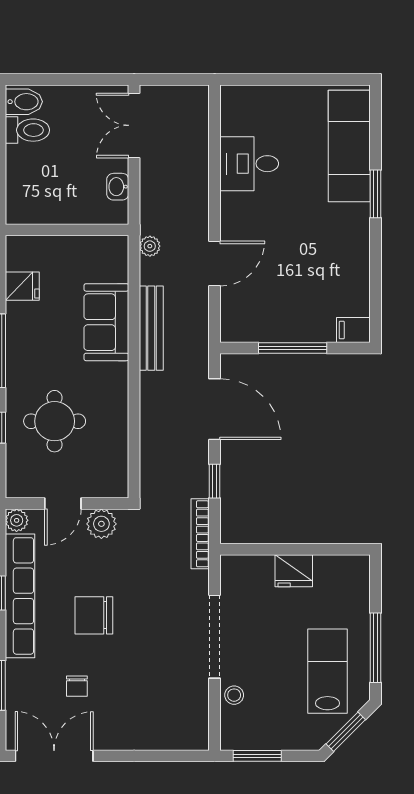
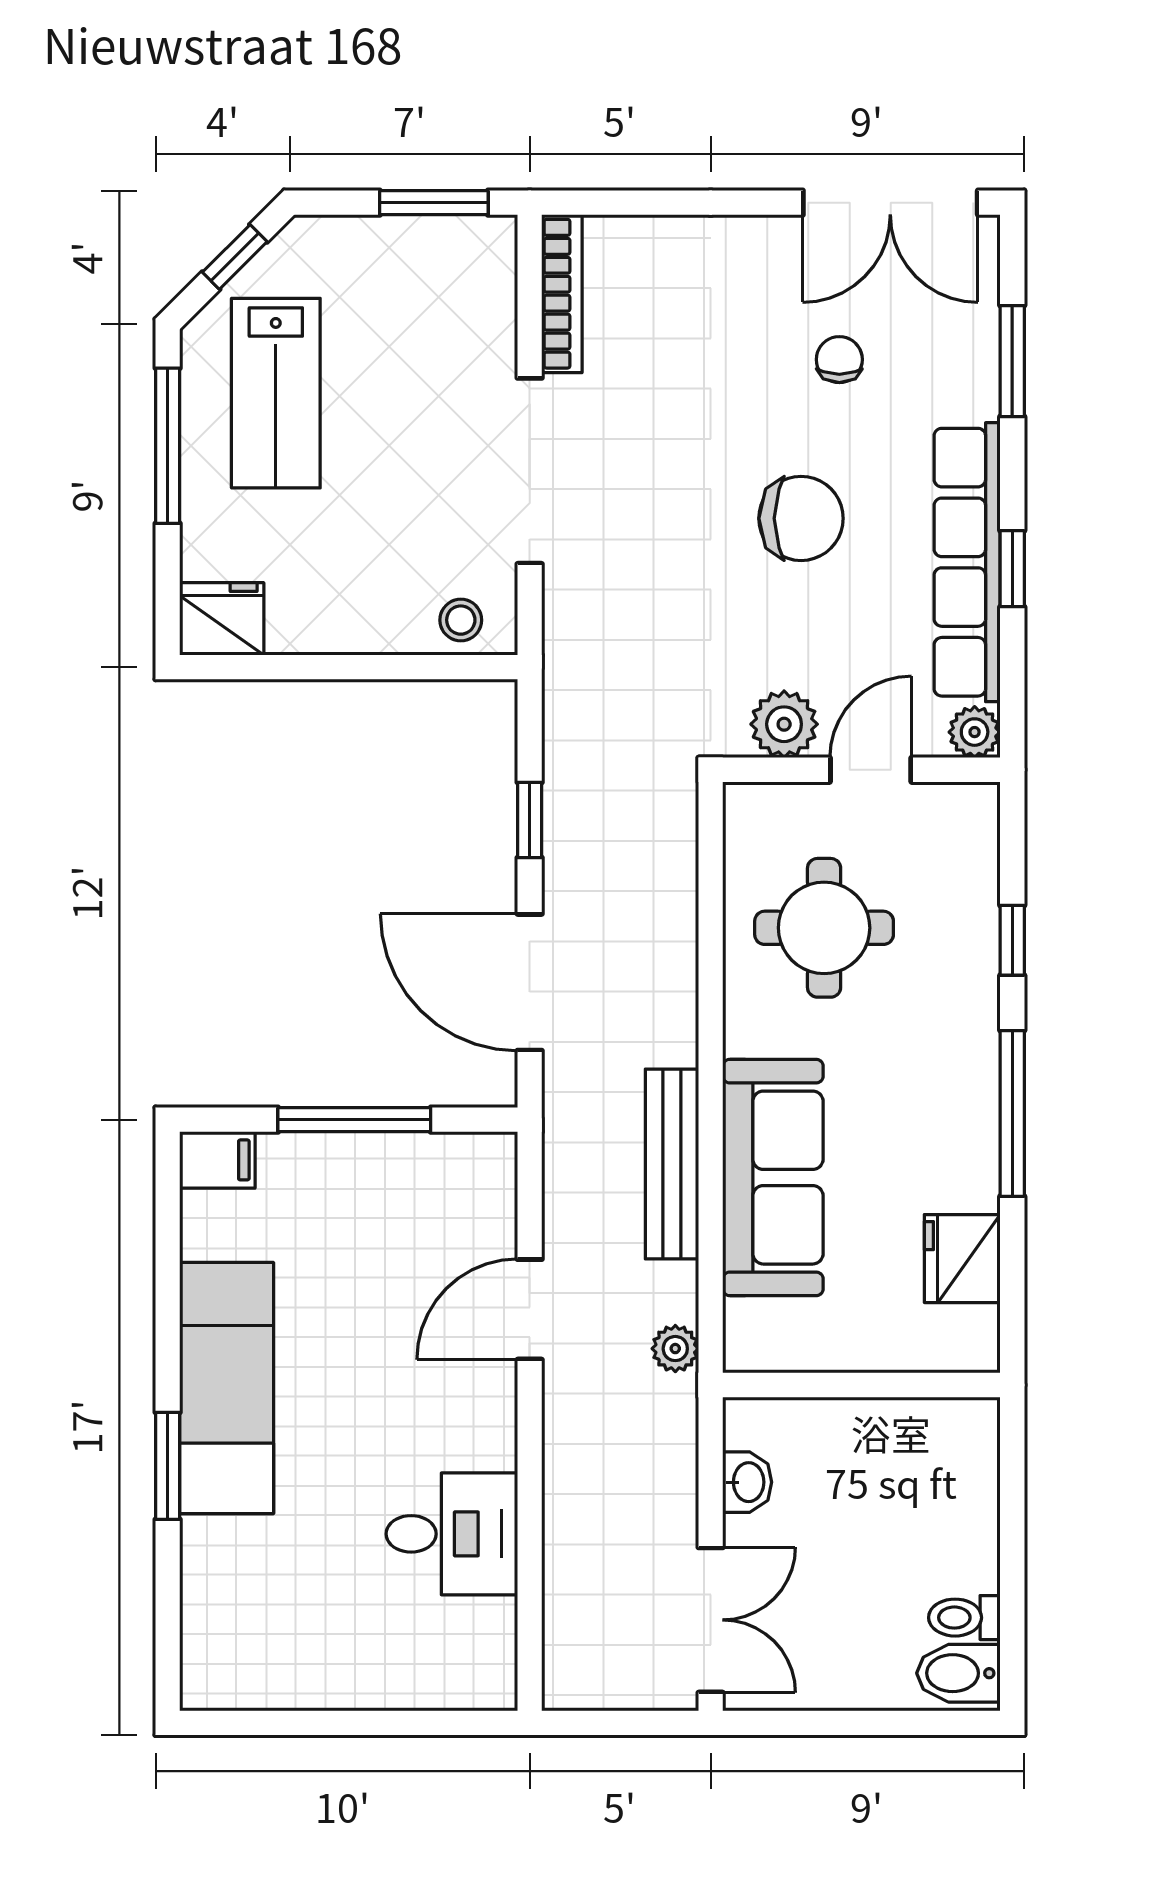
toilet: (27, 130) -> (964, 1618), width x0.73, depth x0.72
exam couch: (349, 146) -> (227, 1388), moved
fridge: (22, 286) -> (962, 1259), width x1.38
sofa: (106, 322) -> (773, 1178), width x1.36
round table: (55, 421) -> (824, 928), moved
bookcase: (200, 534) -> (562, 294), moved
fridge: (294, 571) -> (222, 619), moved
stool: (234, 695) -> (461, 620), moved
window: (346, 732) -> (235, 257), width x0.67

